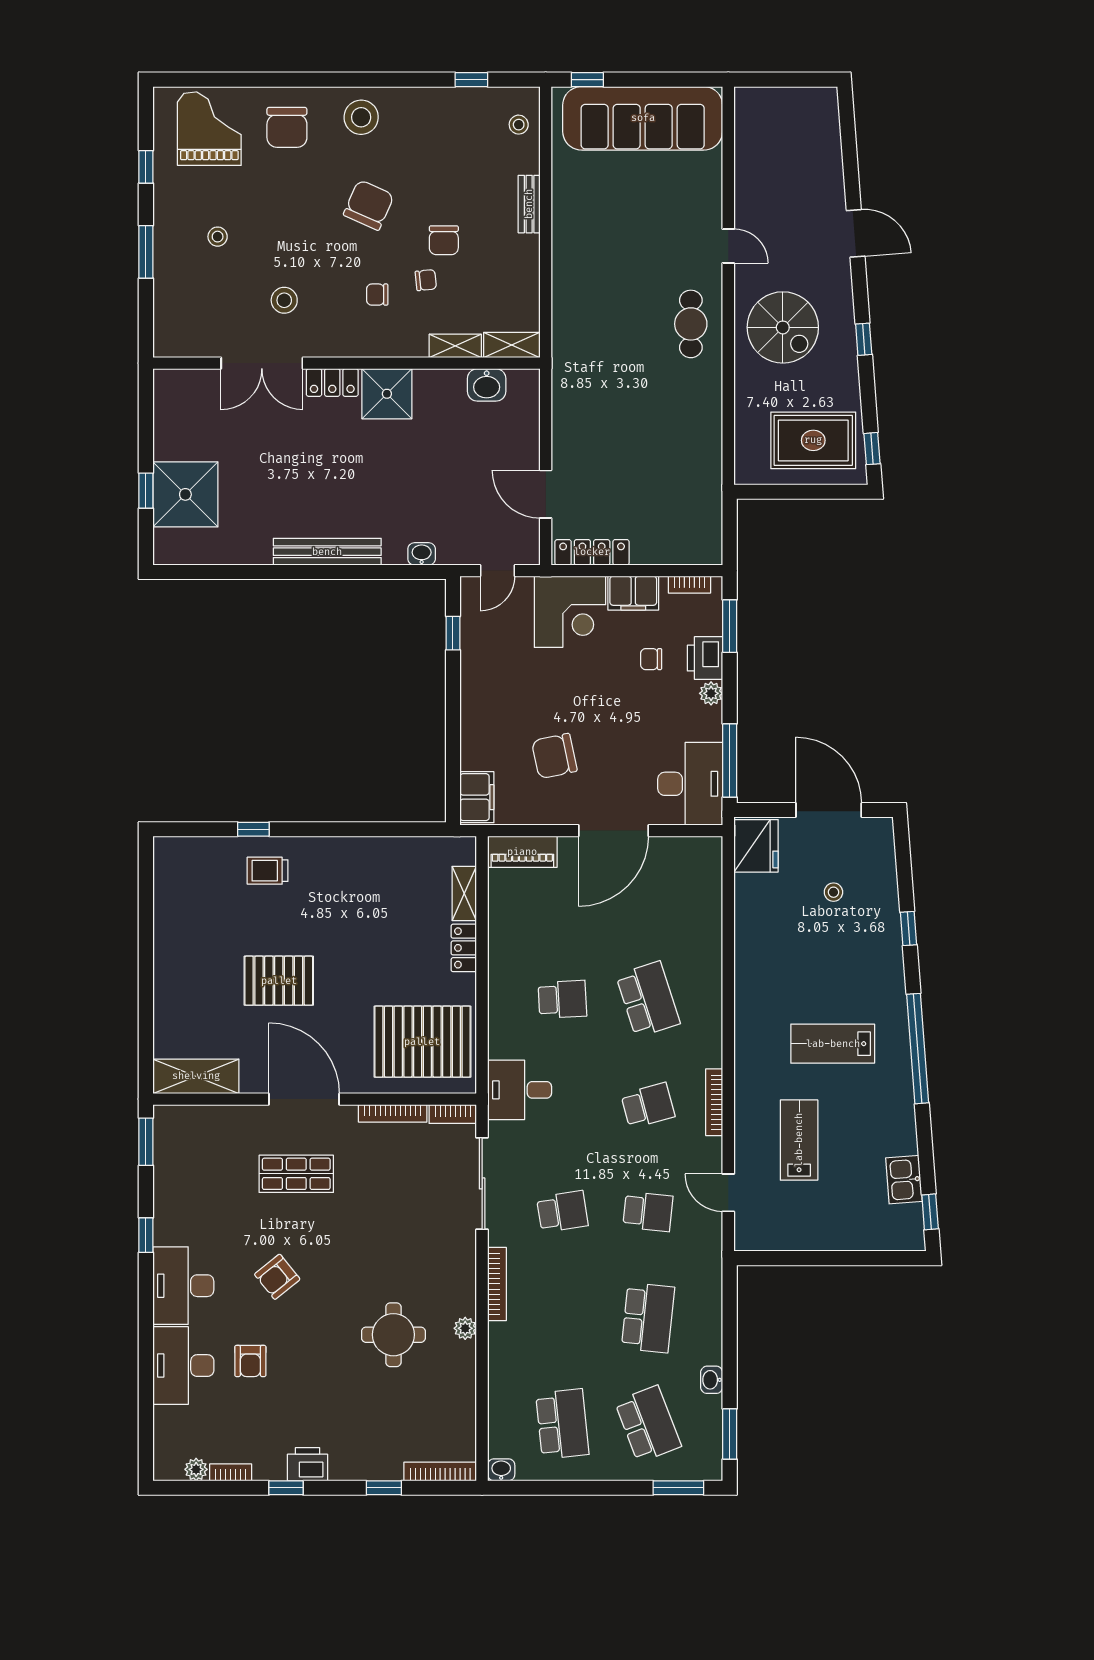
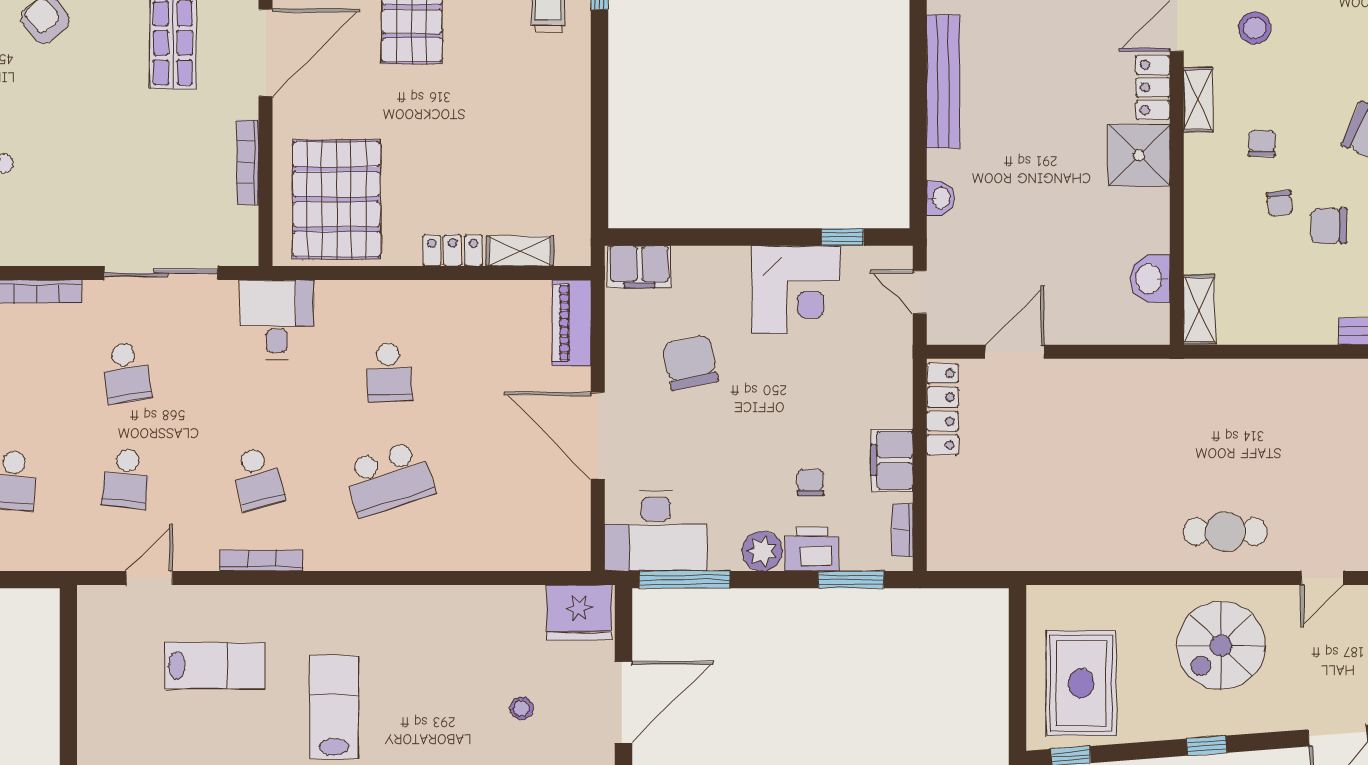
shelving: (455, 346) -> (1198, 100), moved
corner desk: (570, 612) -> (796, 290), moved, turned -90
plant: (711, 693) -> (762, 551), width x1.38, depth x1.38
bookcase: (453, 1114) -> (247, 237), removed

